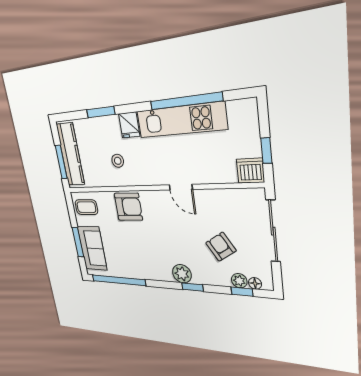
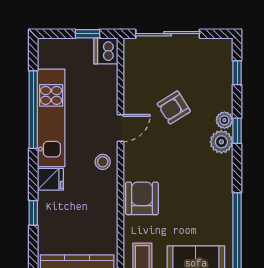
window: (101, 112) -> (33, 213), width x0.67
stool: (118, 161) -> (103, 162), moved
armchair: (221, 247) -> (174, 107), moved
plant: (239, 281) -> (224, 120), moved
floor lamp: (255, 283) -> (226, 57), removed

